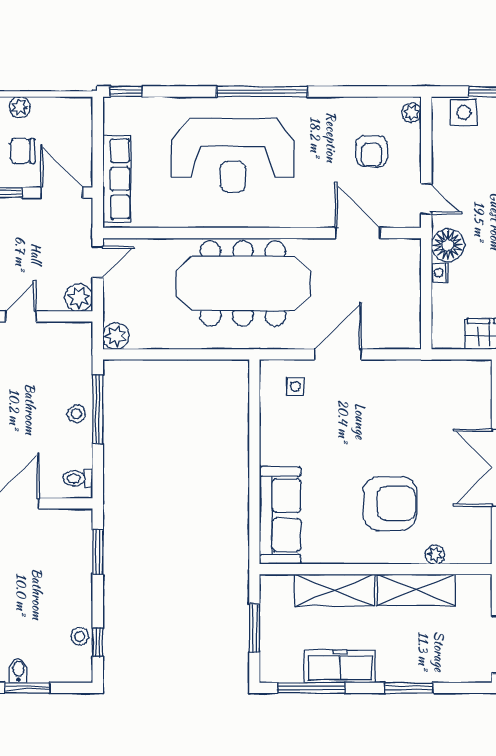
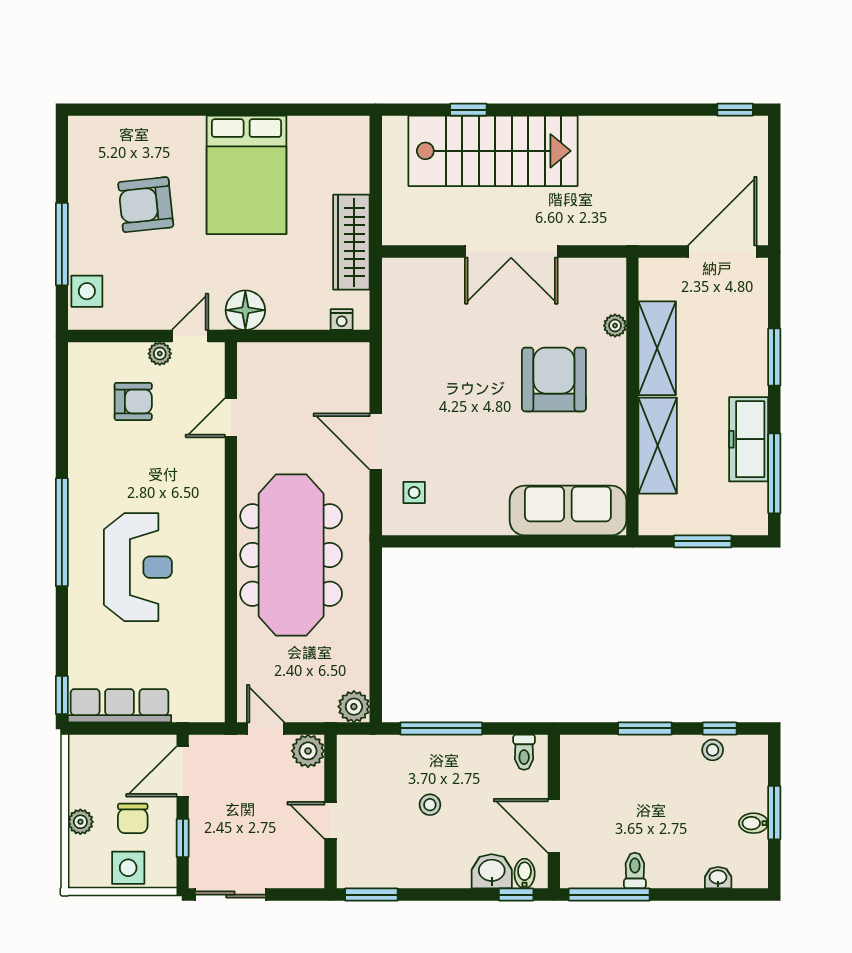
plant: (412, 113) -> (160, 354), moved
reception desk: (233, 155) -> (138, 567), width x0.74, depth x0.77
row of seats: (117, 179) -> (120, 706), moved
door: (358, 233) -> (231, 418), width x0.73
nightstand: (440, 273) -> (342, 320), moved
stool: (76, 414) -> (430, 805), moved
window: (98, 552) -> (645, 728), moved

